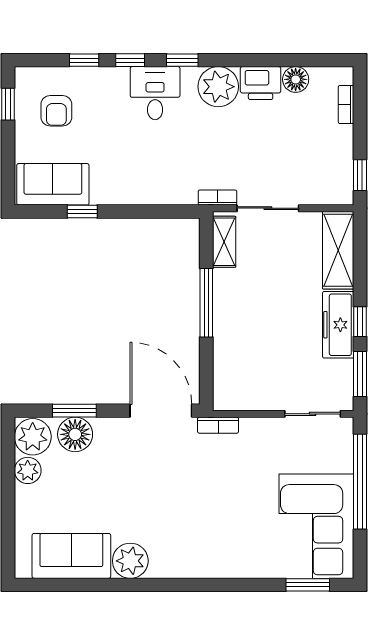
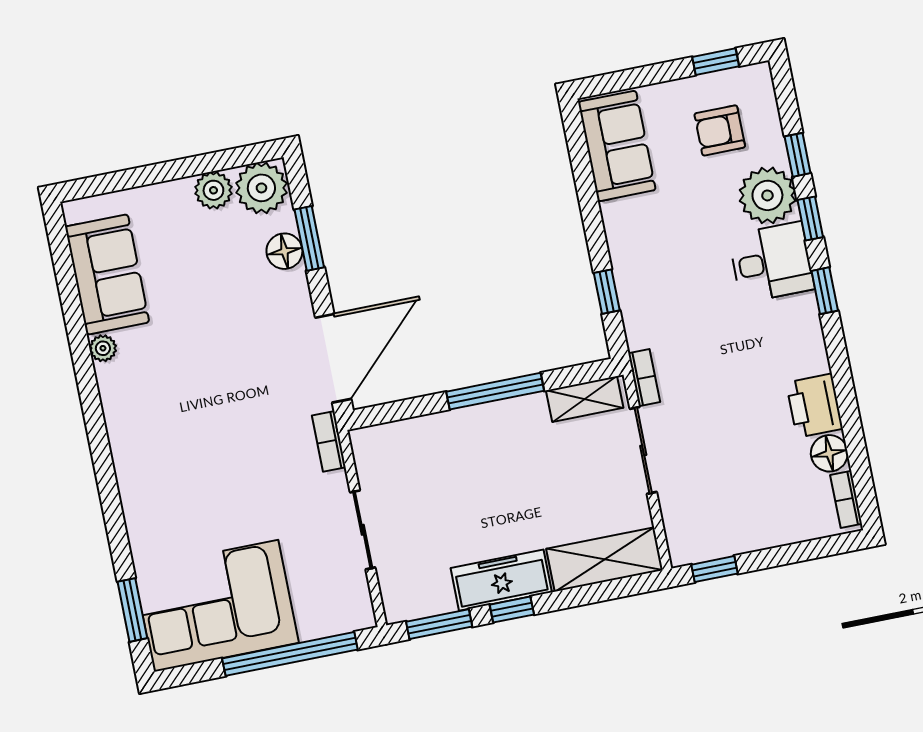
plant: (218, 87) -> (767, 195), moved
bookcase: (346, 105) -> (846, 499), moved, turned -90
window: (82, 212) -> (607, 292), moved
sliding door: (313, 414) -> (363, 530), moved
floor lamp: (75, 434) -> (284, 251), width x0.73, depth x0.73
plant: (130, 561) -> (103, 348), width x0.53, depth x0.53

